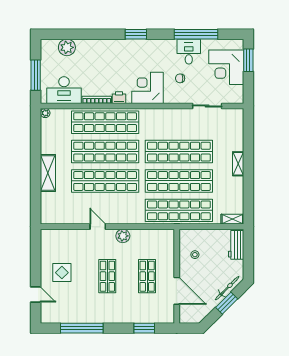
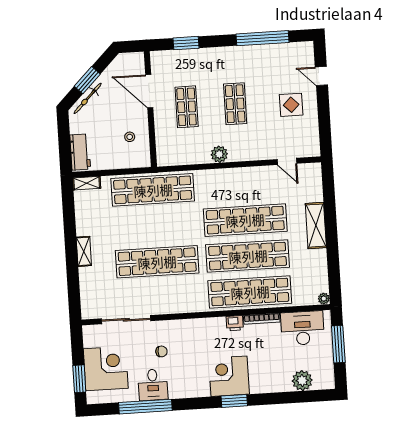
window: (136, 34) -> (234, 401), moved
corner desk: (147, 88) -> (229, 376), moved, turned 180
sliding door: (207, 106) -> (126, 320), width x1.37
shop shelf: (179, 181) -> (155, 226), removed
door: (98, 227) -> (287, 161), moved

